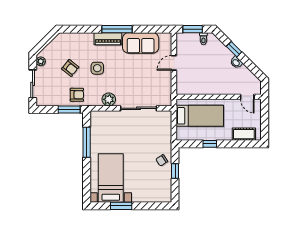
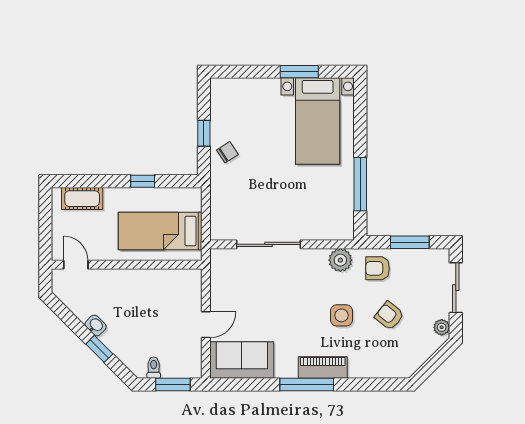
sofa: (141, 43) -> (242, 360), moved
plant: (109, 99) -> (340, 260), moved
window: (69, 109) -> (410, 242), moved

